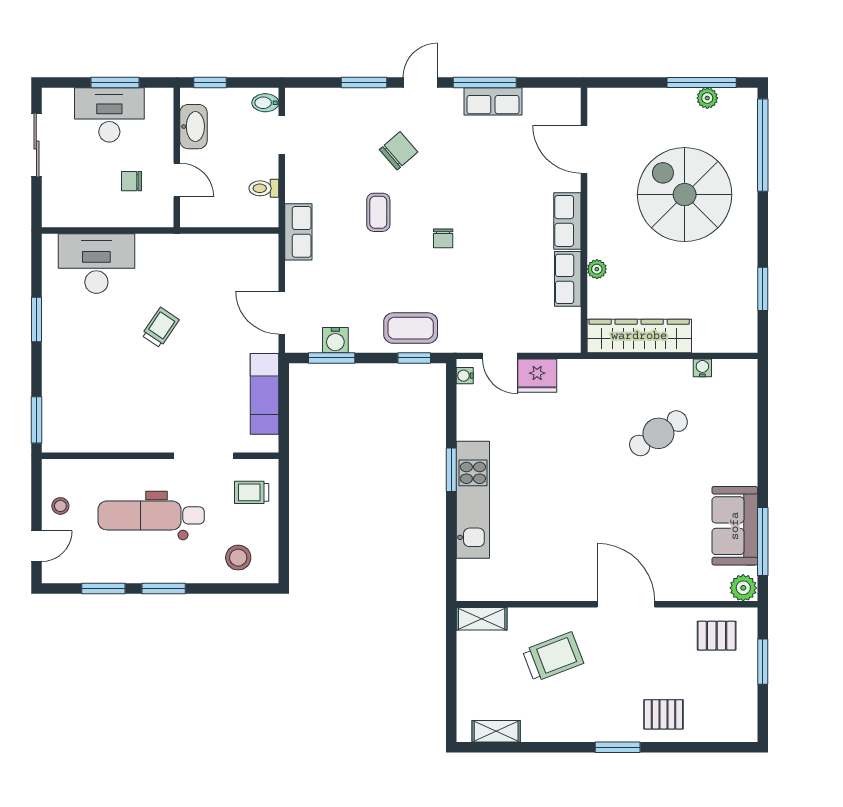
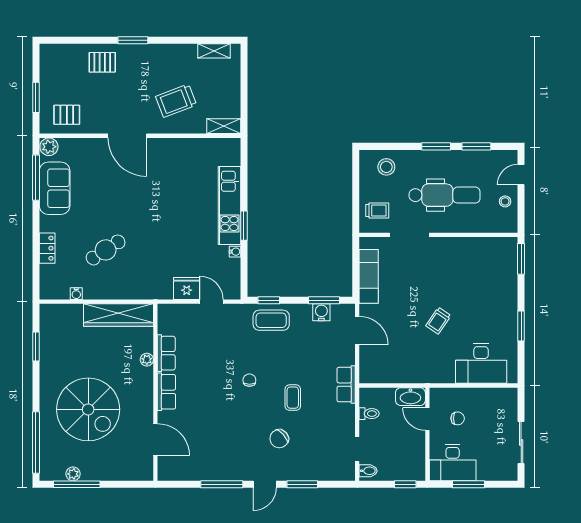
row of seats: (493, 101) -> (216, 472), removed
desk: (109, 115) -> (453, 463), moved
washbasin: (193, 127) -> (410, 397), moved, turned -90
water cooler: (465, 376) -> (235, 252), moved
locker: (746, 436) -> (47, 248), added

